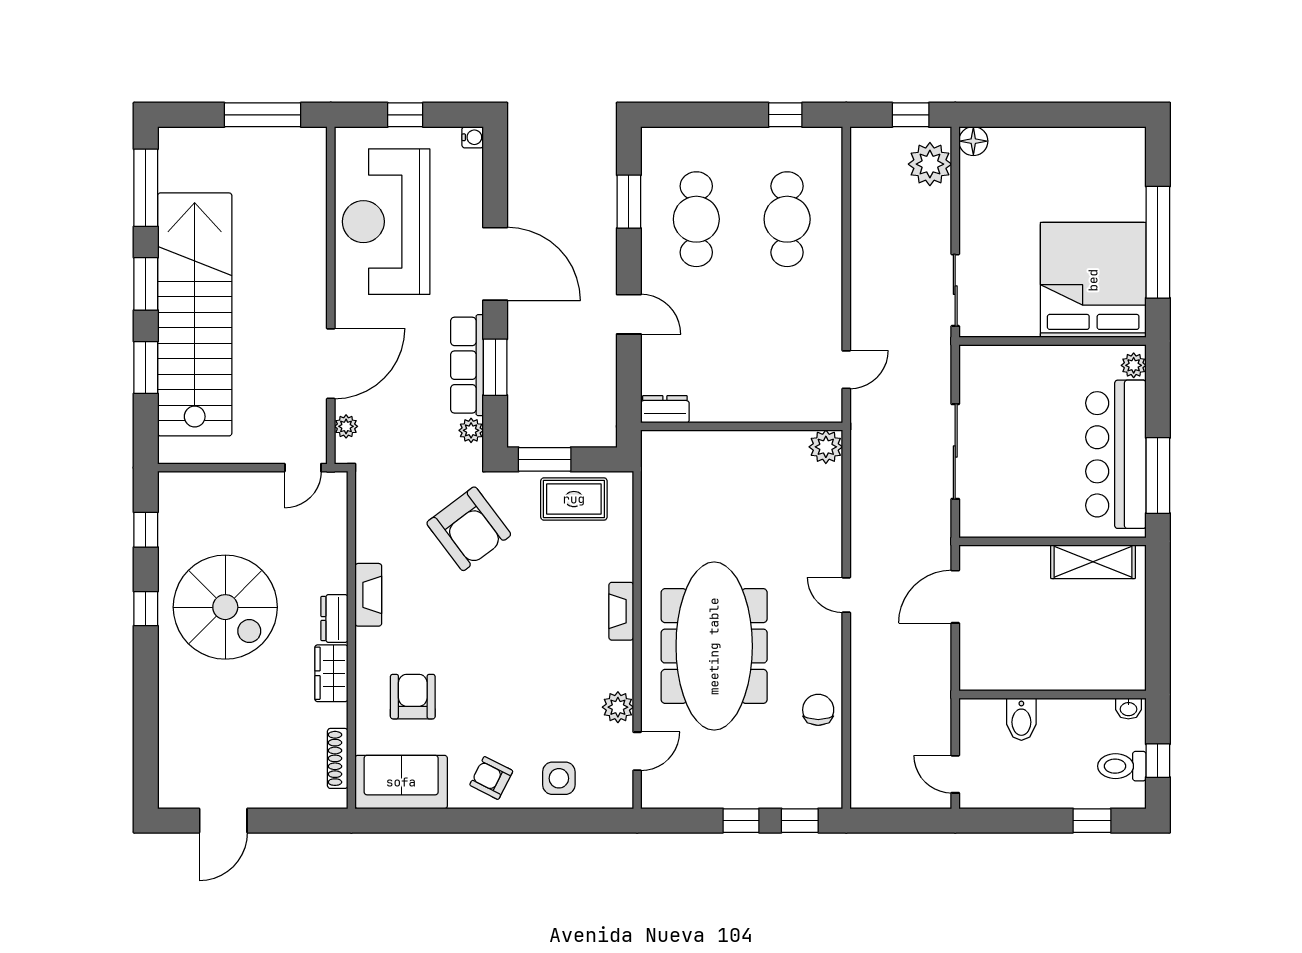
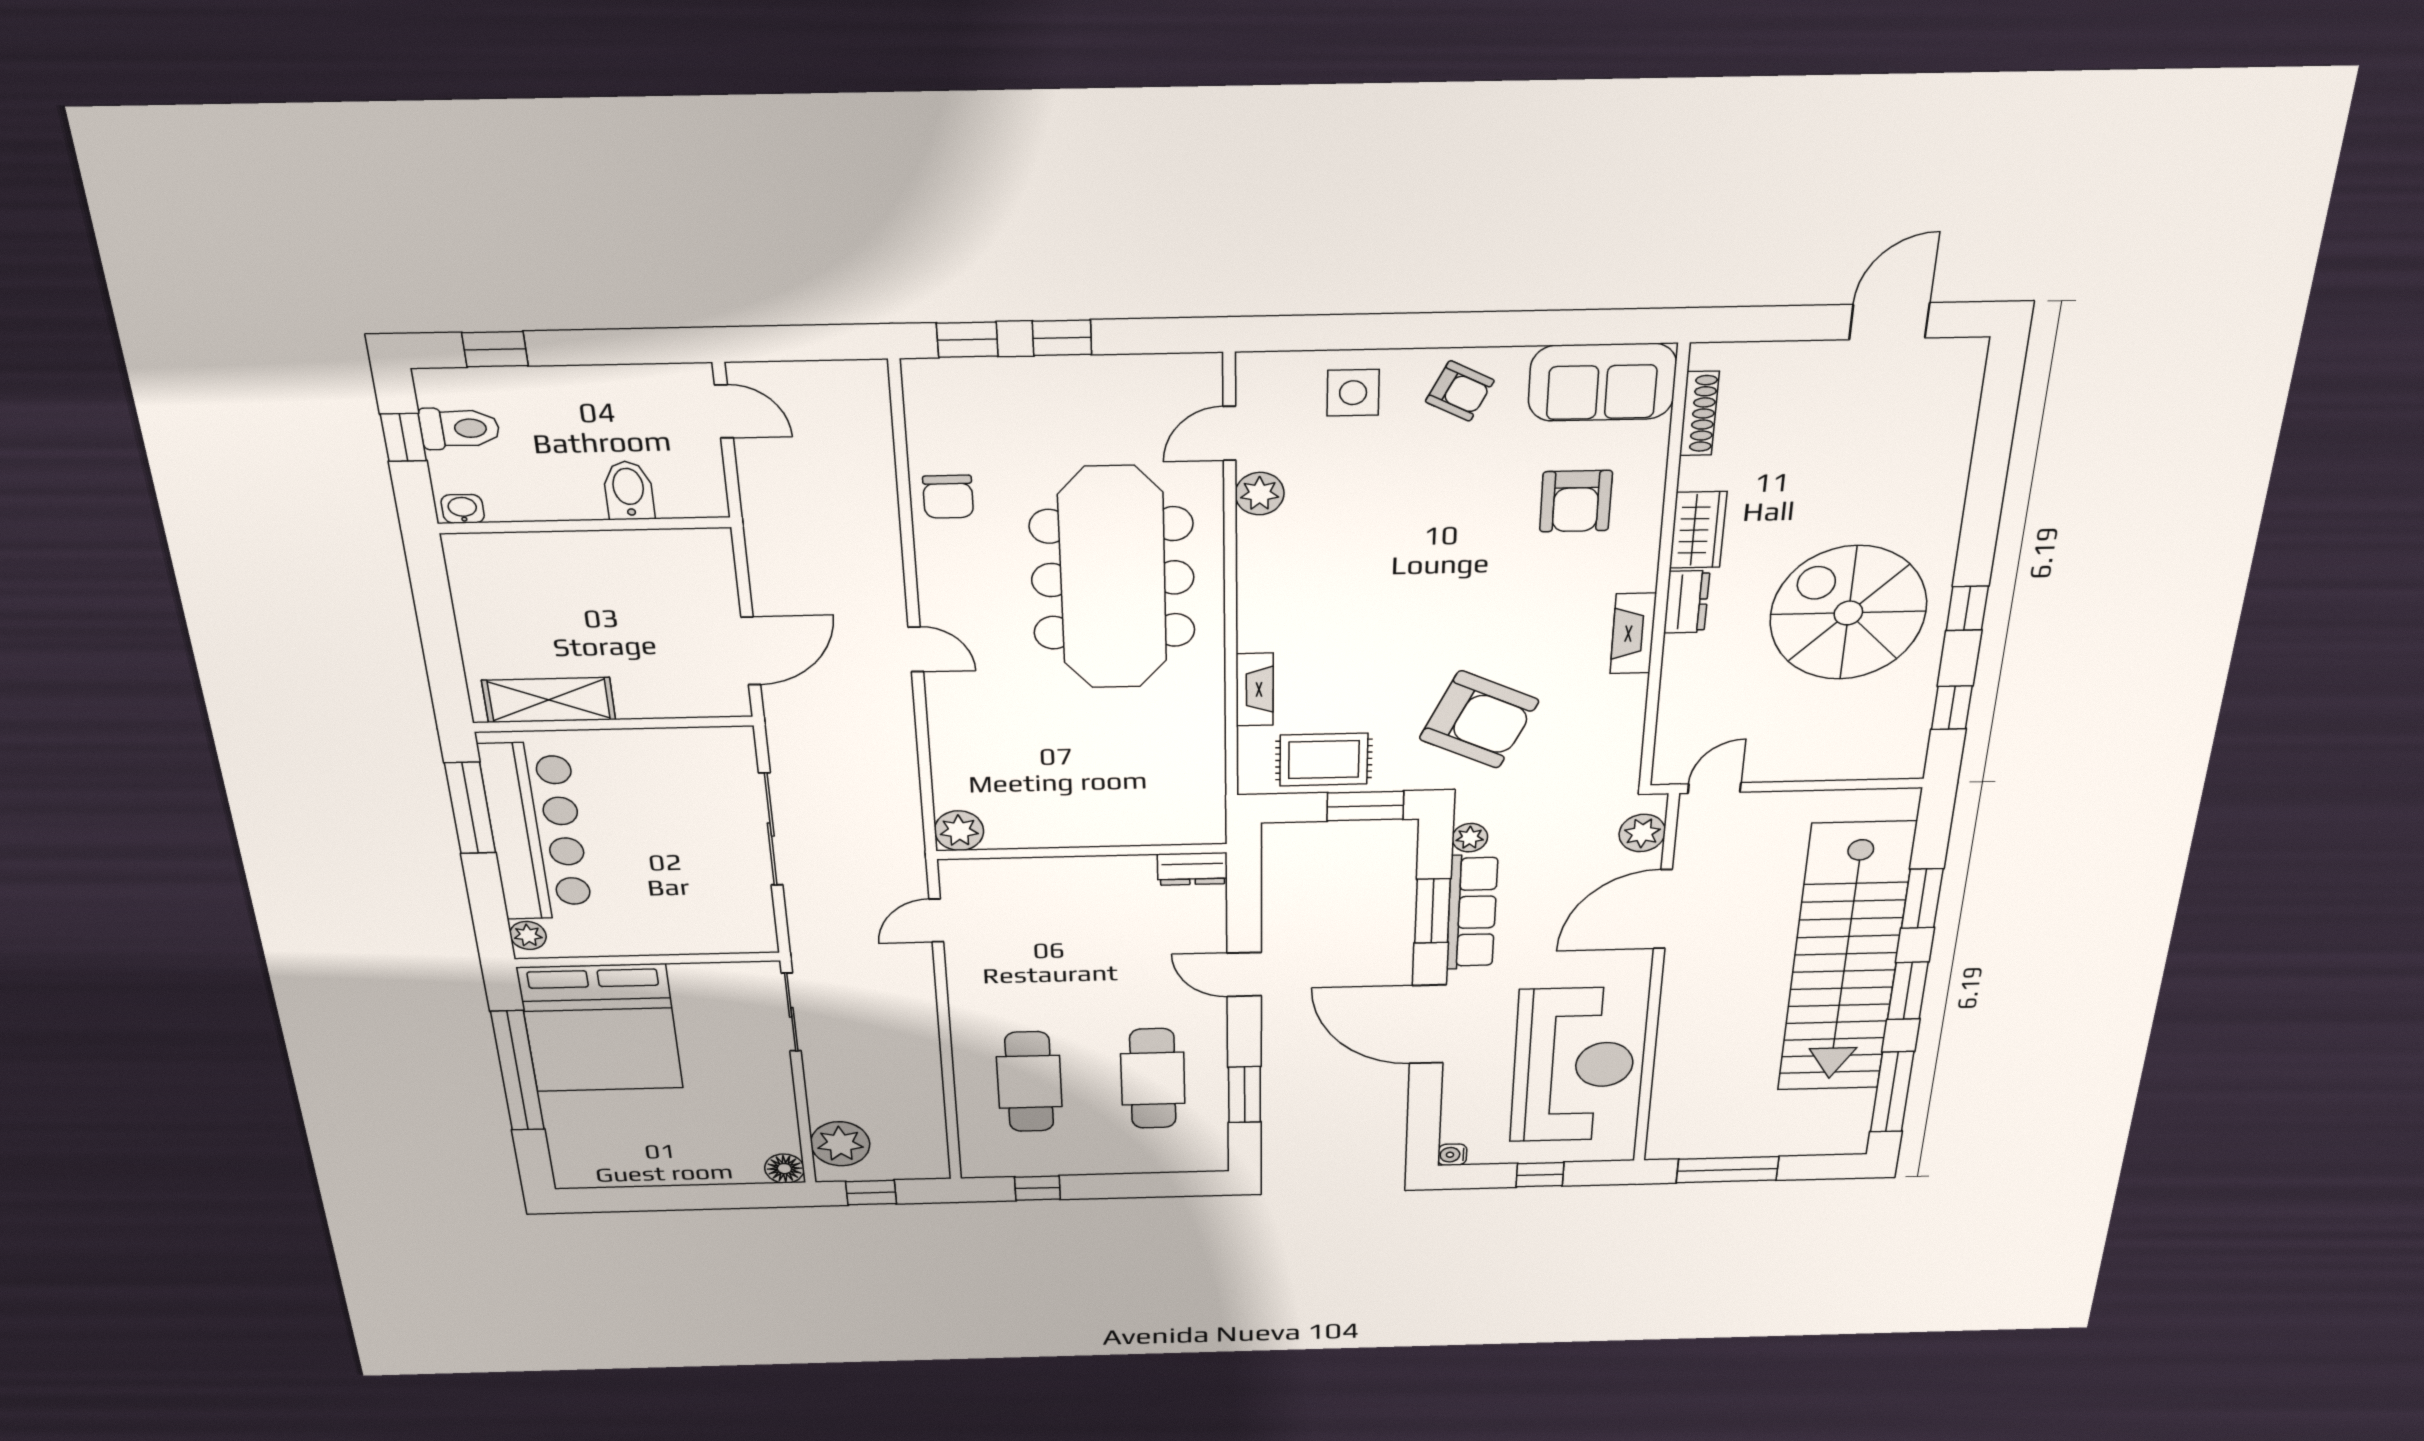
plant: (346, 426) -> (1642, 833), width x1.38, depth x1.38
armchair: (469, 529) -> (1479, 720), turned 152
fireplace: (621, 611) -> (1255, 690), moved

